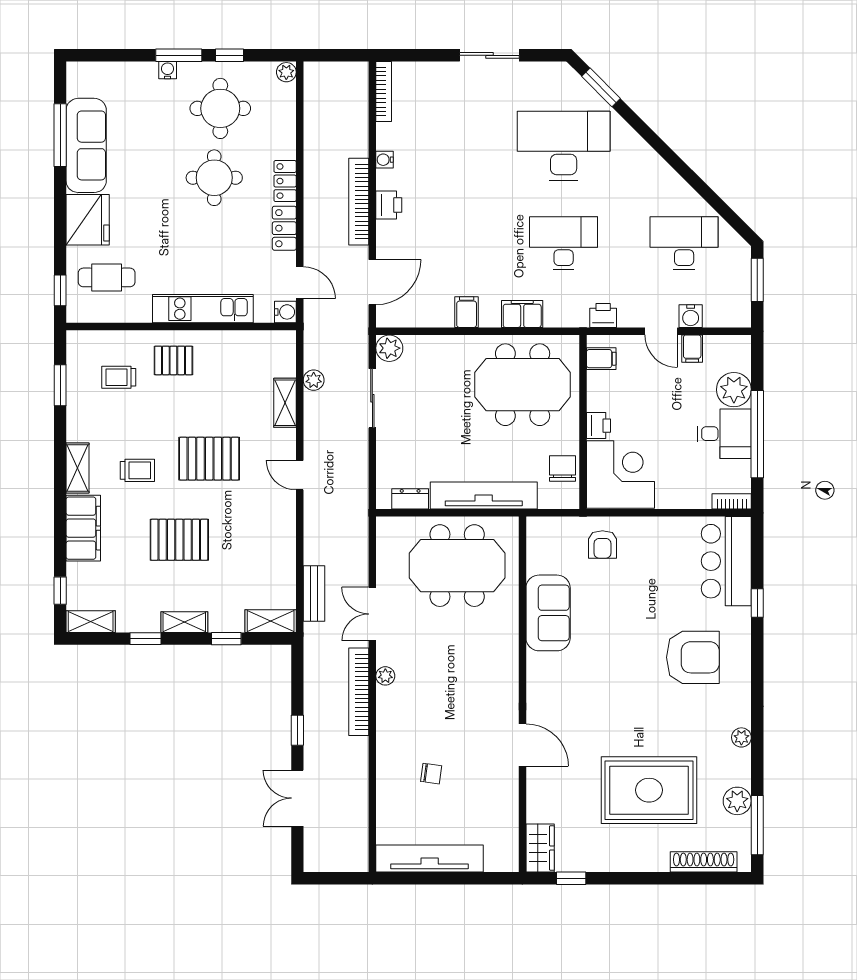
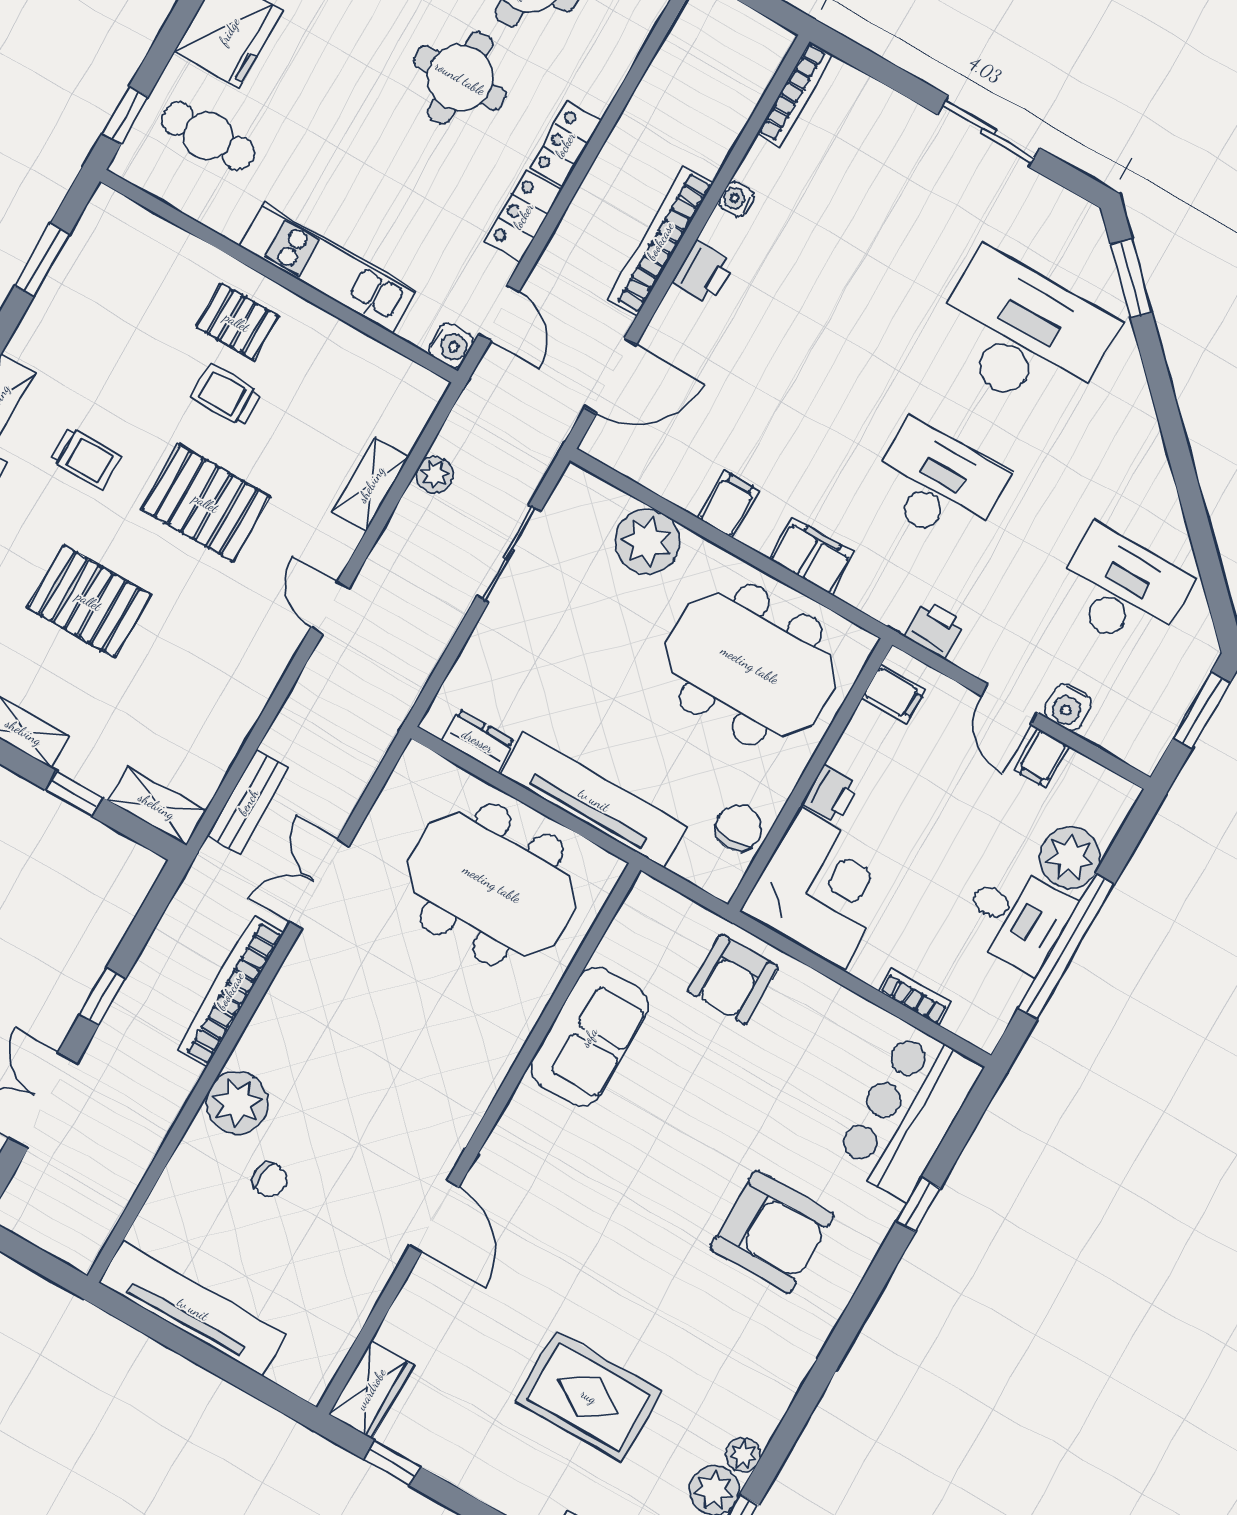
plant: (389, 348) -> (647, 541), moved, width x1.36, depth x1.36
trolley: (119, 377) -> (226, 395), moved
bookcase: (732, 501) -> (915, 996), moved
armchair: (602, 544) -> (733, 979), width x1.38, depth x1.38
plant: (385, 676) -> (237, 1103), moved, width x1.88, depth x1.88
plant: (741, 737) -> (743, 1455), moved
rug: (649, 790) -> (589, 1396), width x0.73, depth x0.69

